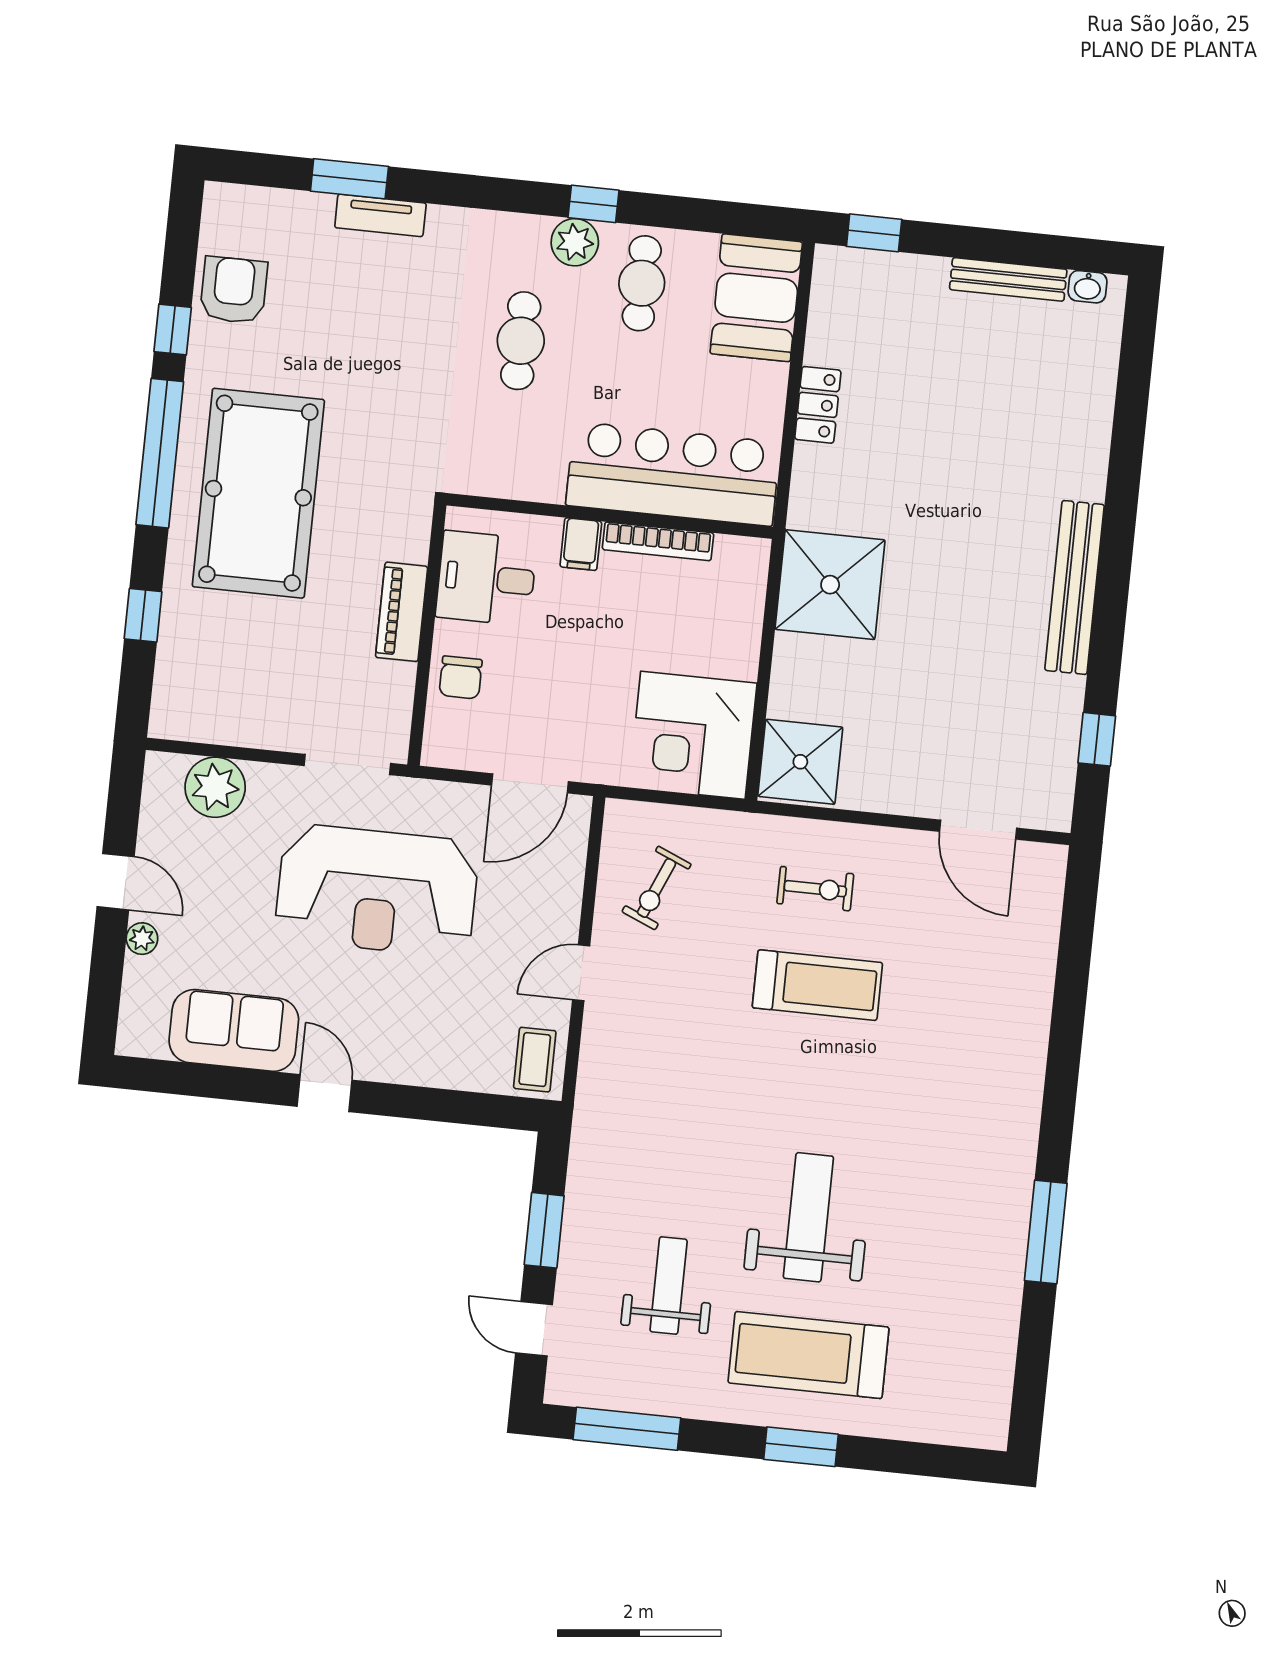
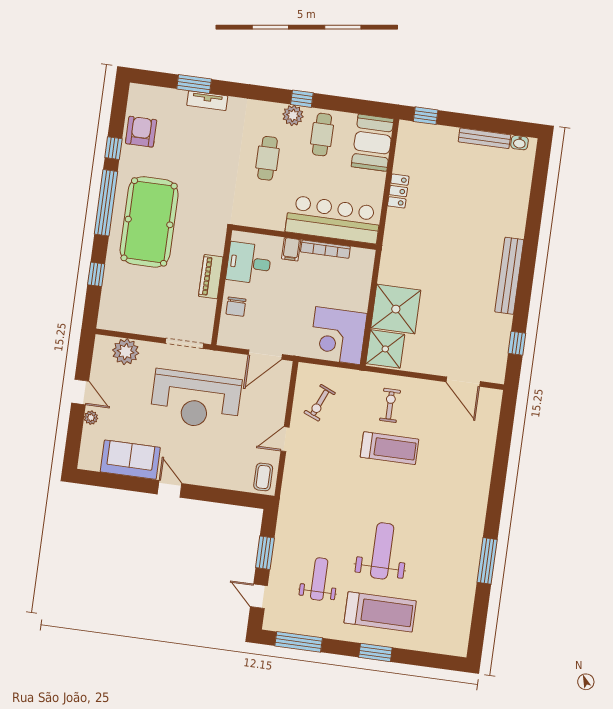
shower: (830, 585) -> (396, 309), moved
exercise bike: (815, 889) -> (390, 405), turned -90
treadmill: (808, 1355) -> (380, 612), turned 180

